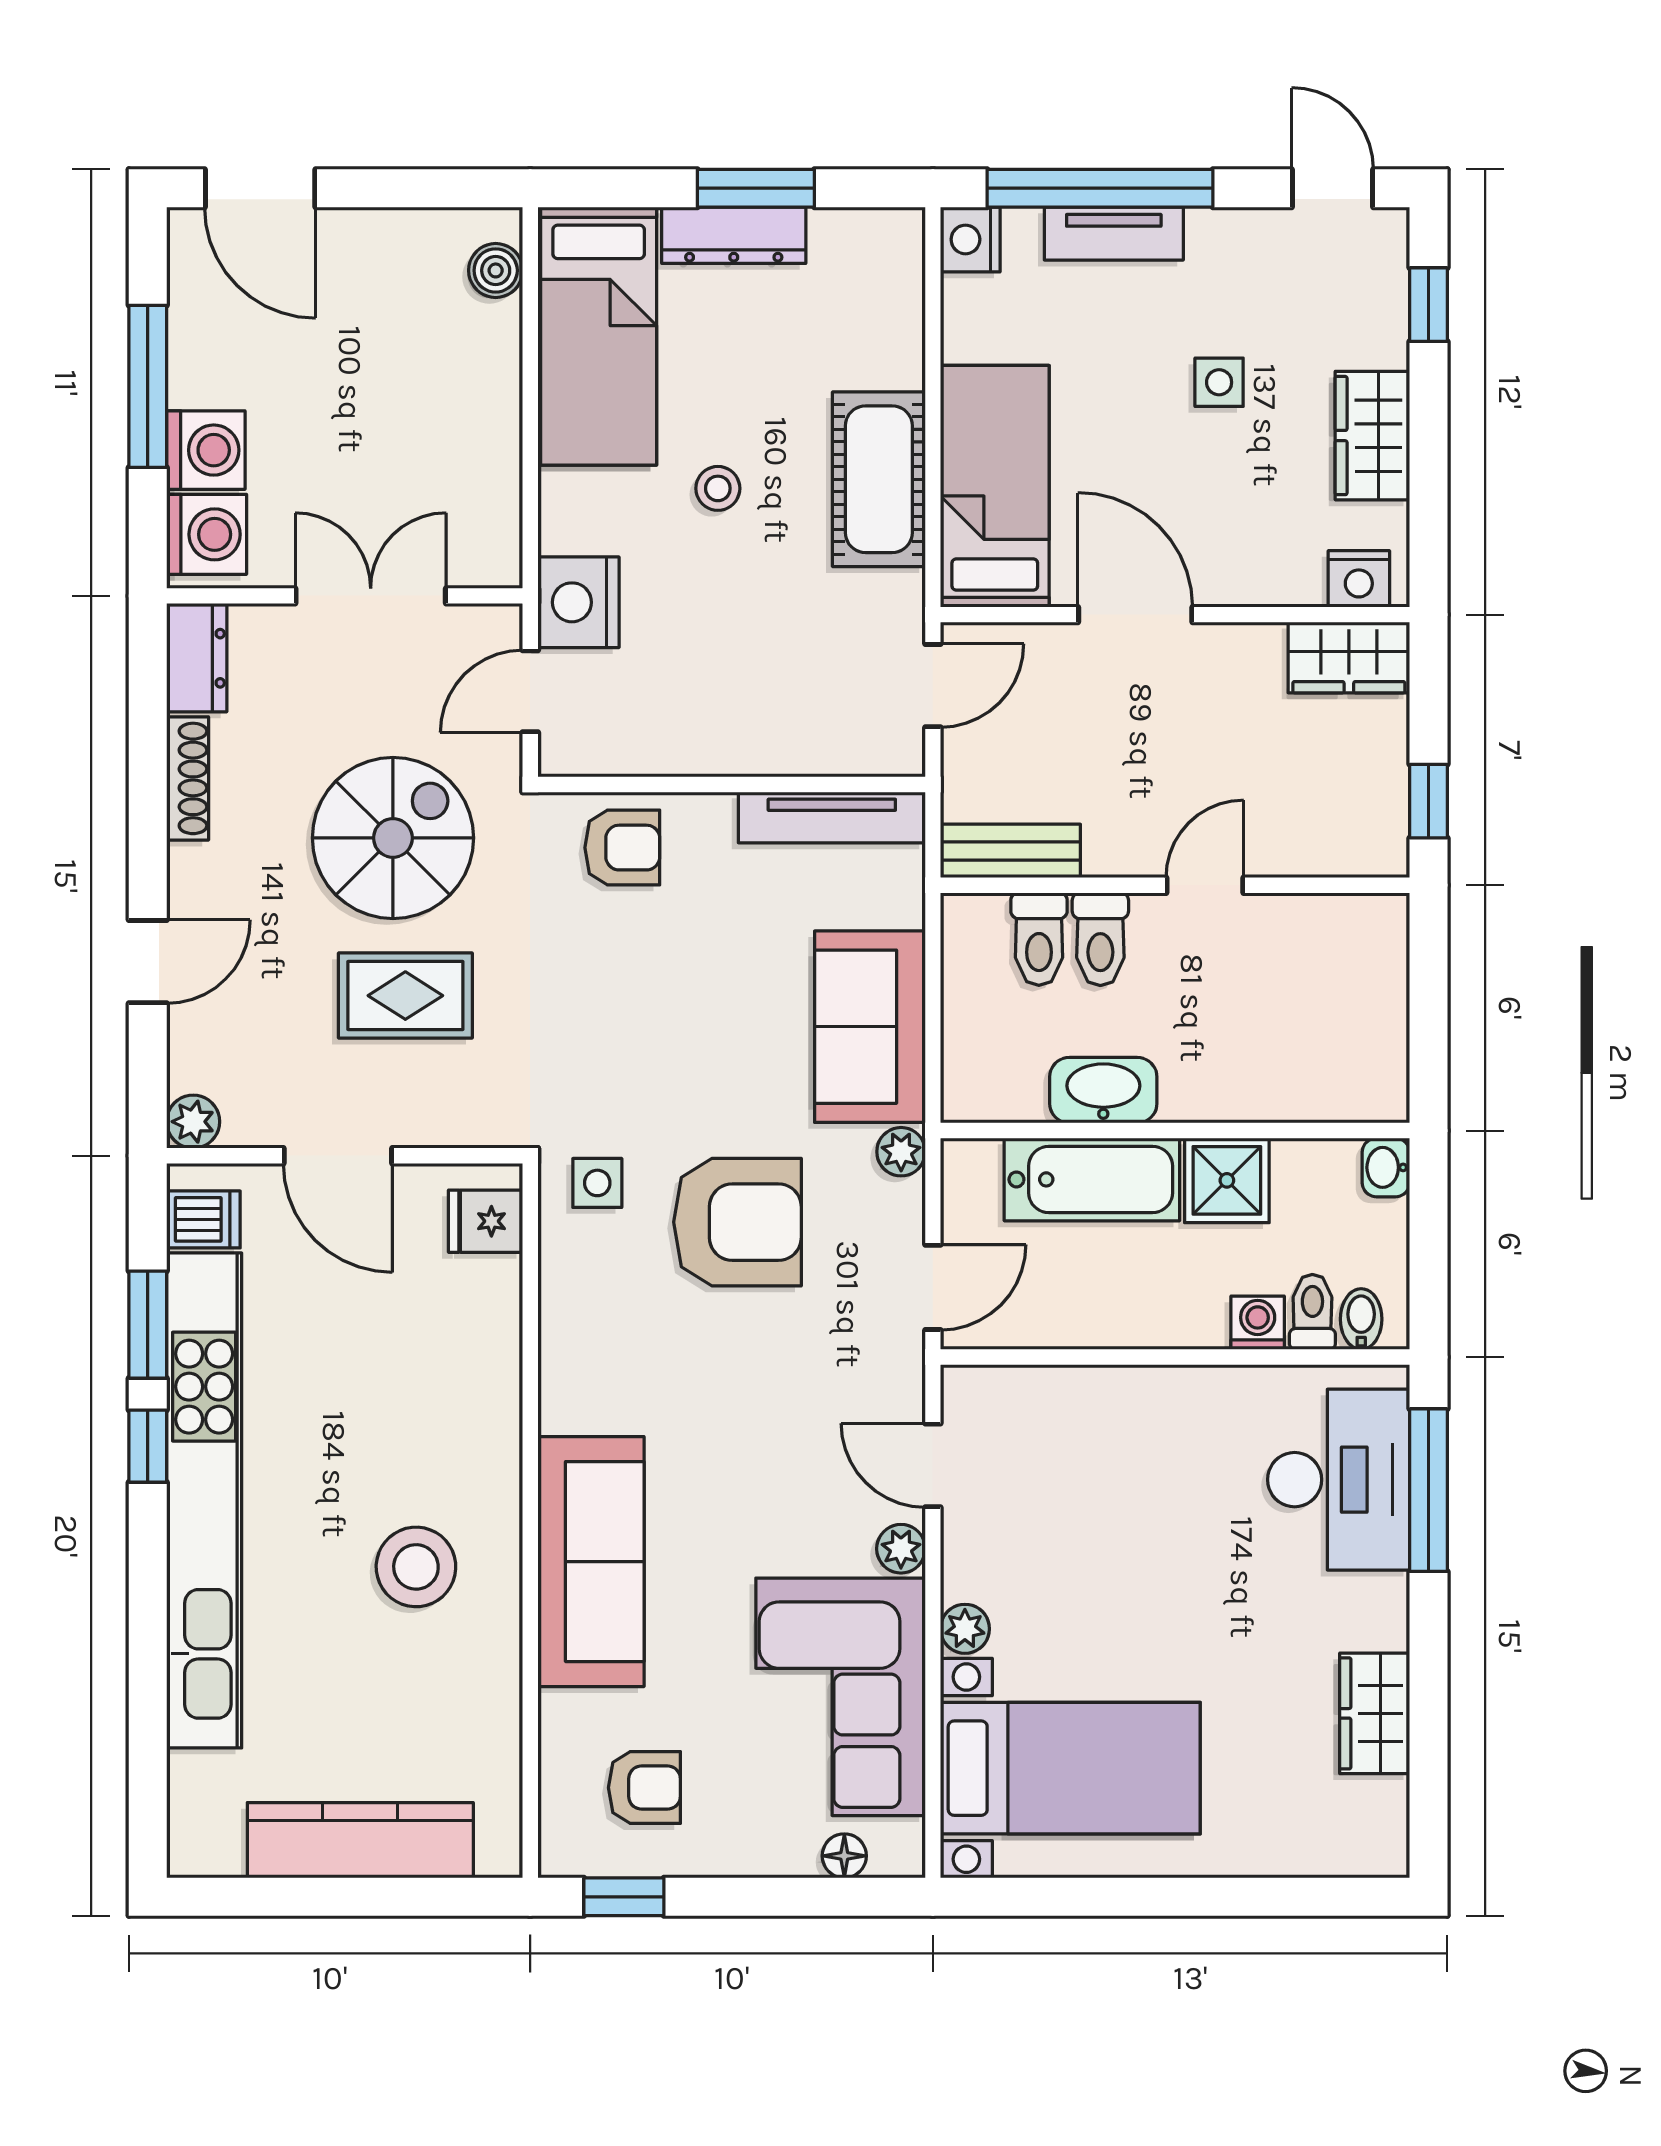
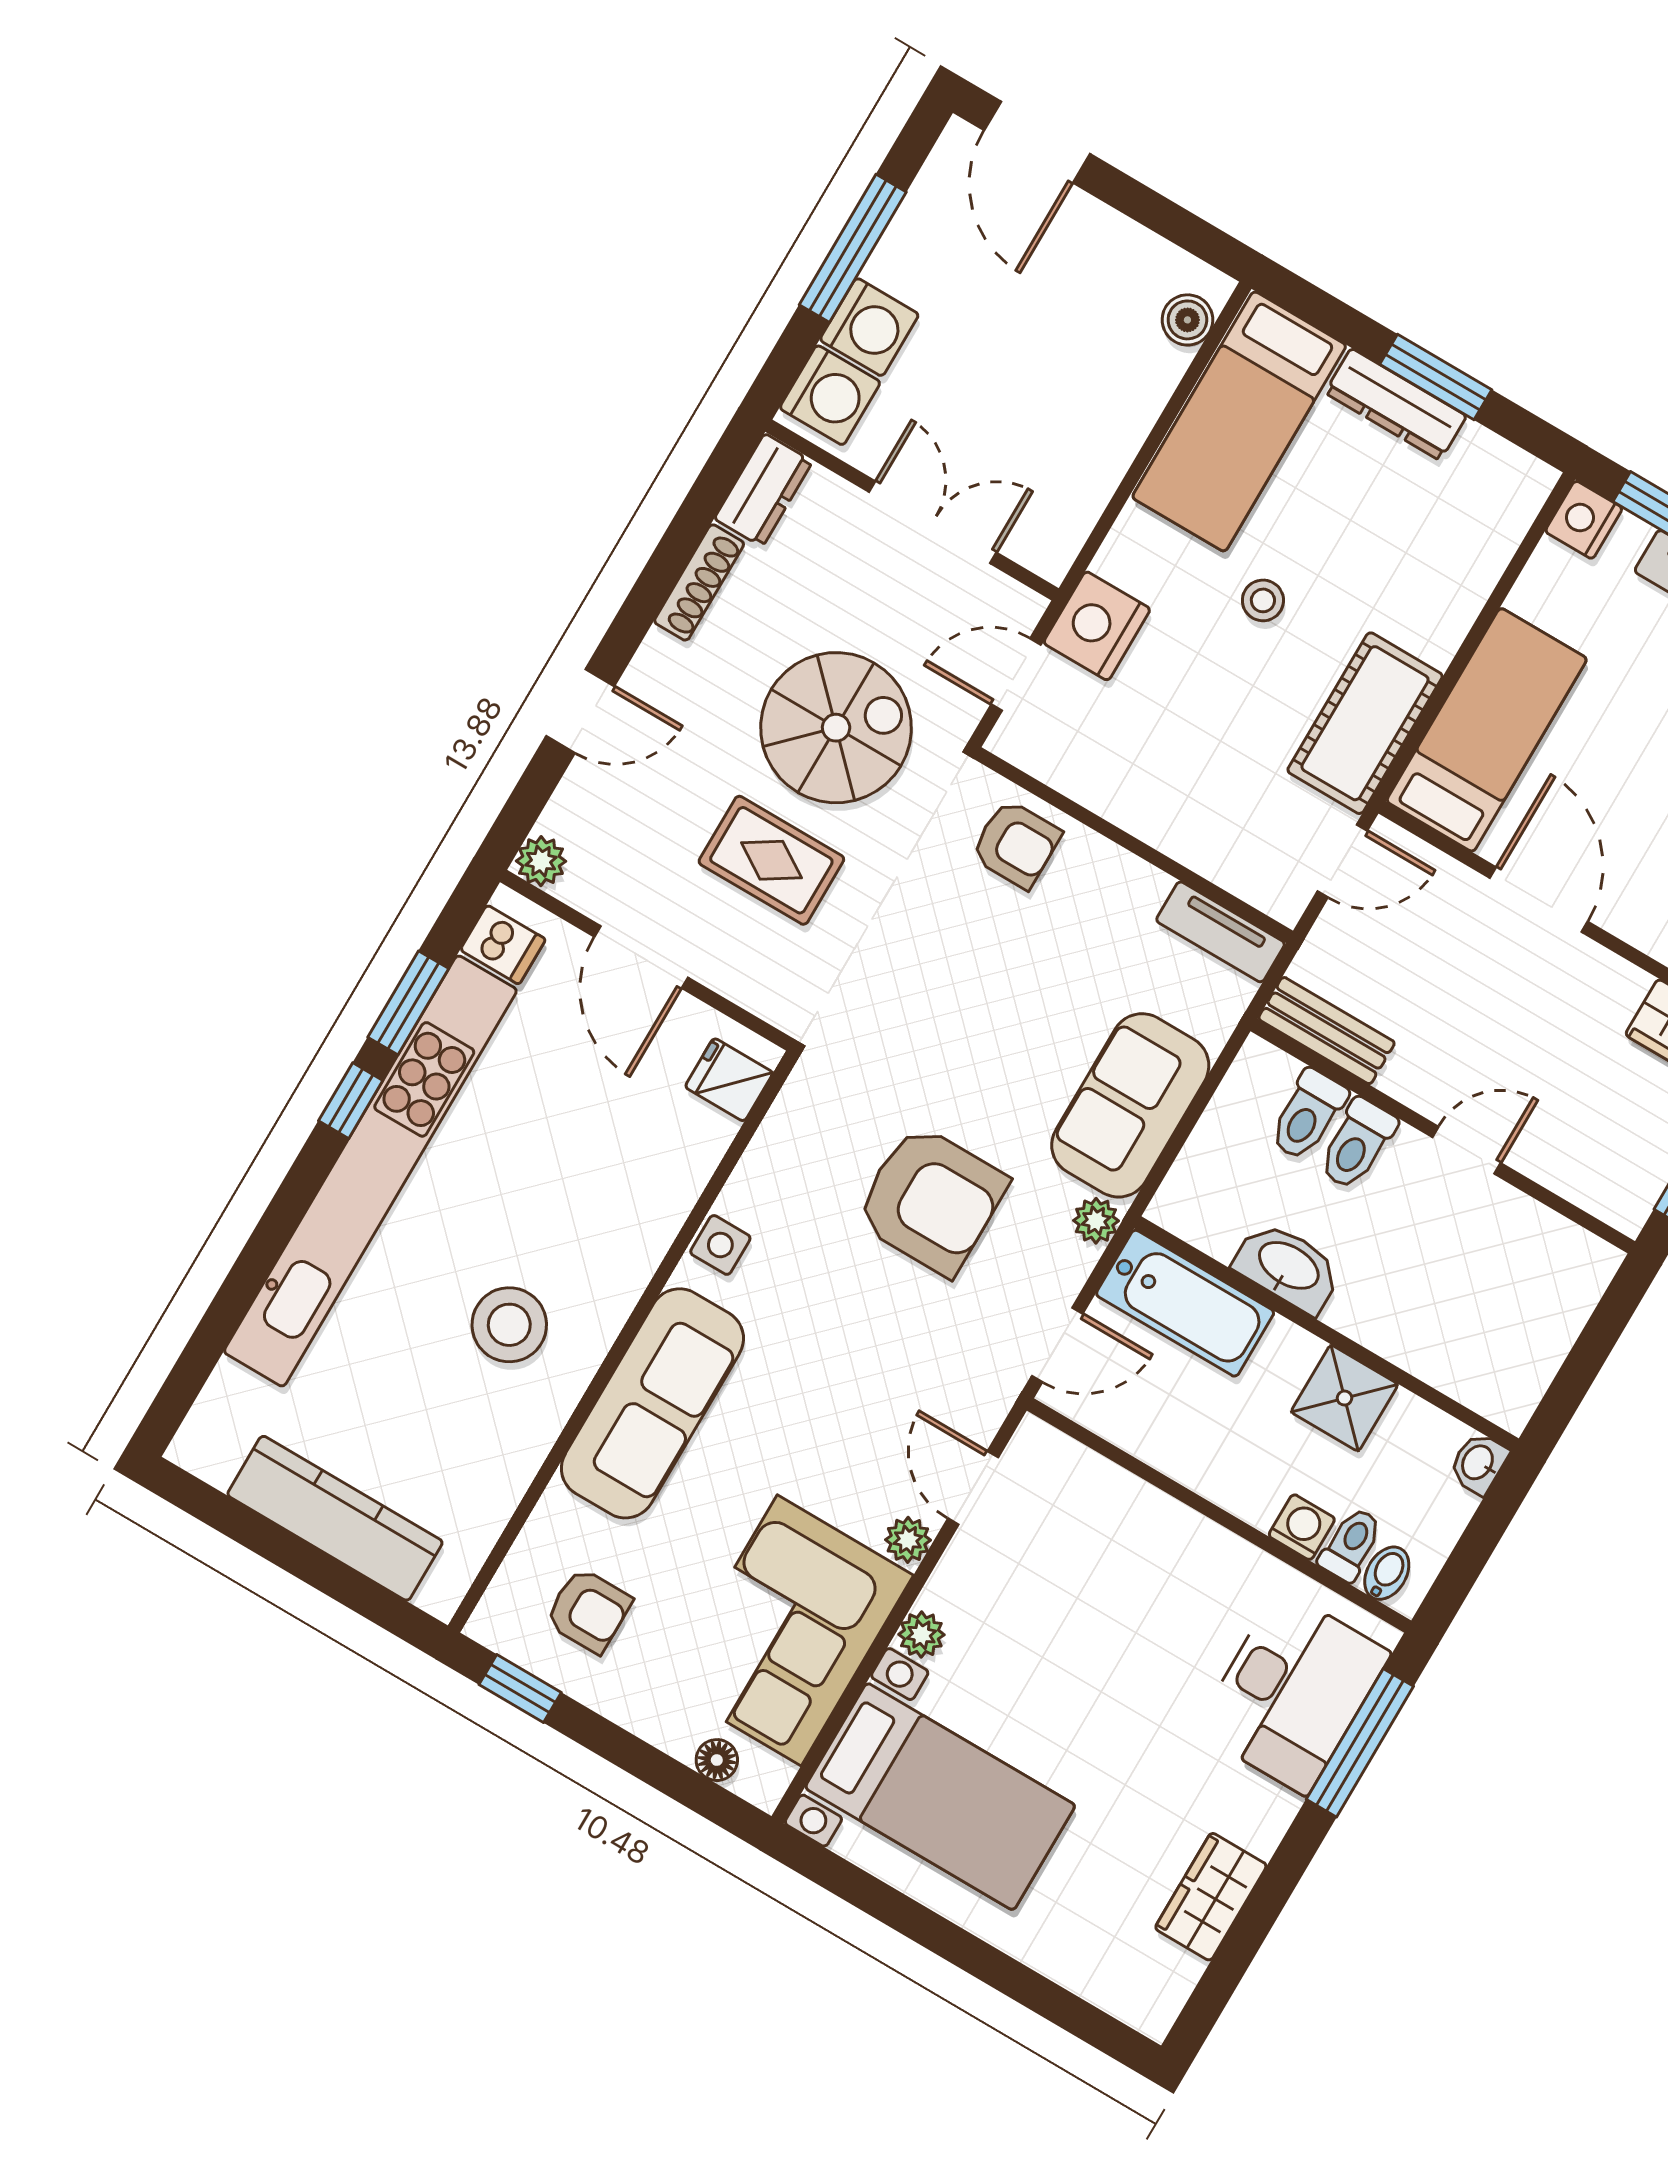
cot: (879, 479) -> (1365, 723), moved
tv unit: (832, 817) -> (1221, 932), width x0.71
bathtub: (1092, 1179) -> (1185, 1303), moved
side table: (597, 1183) -> (720, 1245), moved

